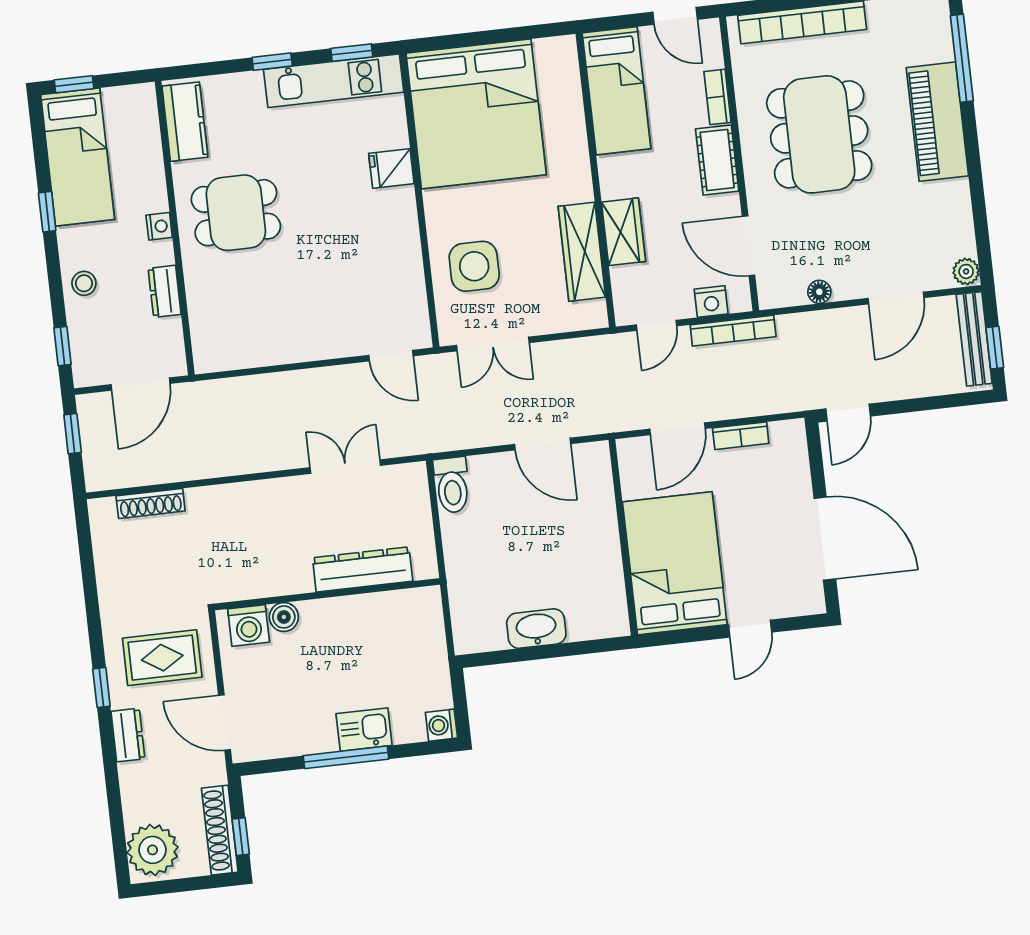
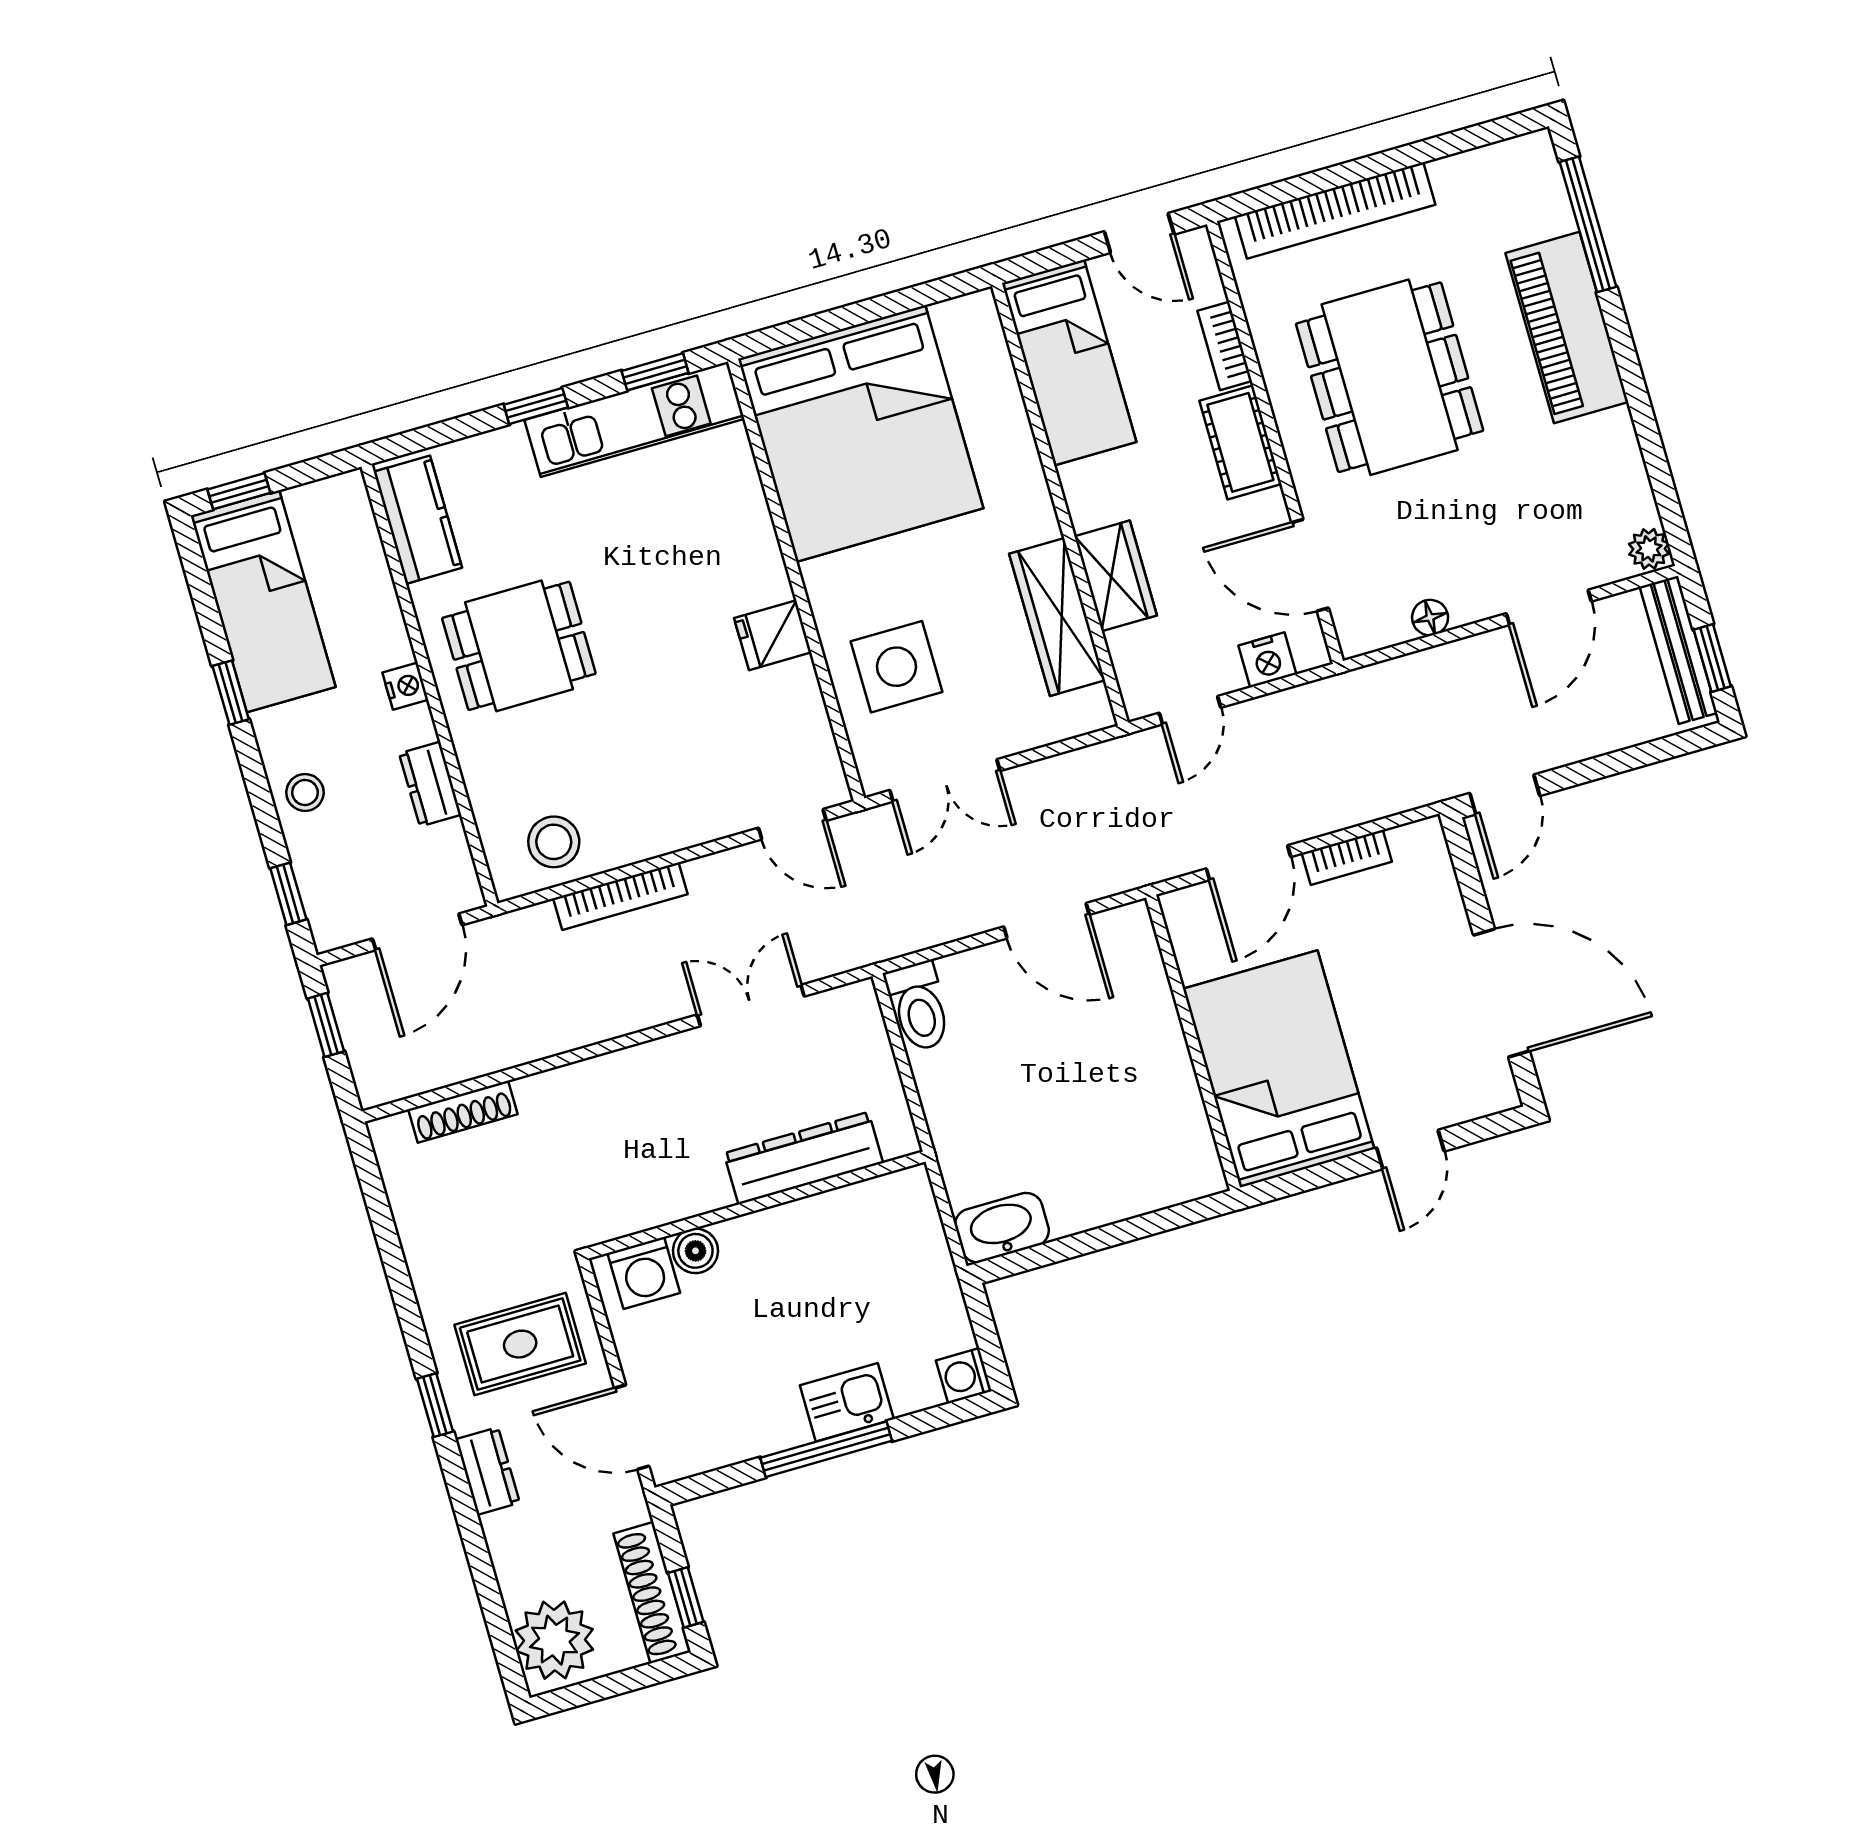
fridge: (391, 168) -> (773, 635), moved
bookcase: (733, 331) -> (620, 896), moved
stool: (237, 341) -> (554, 842), added
washbasin: (536, 629) -> (1002, 1228), moved

